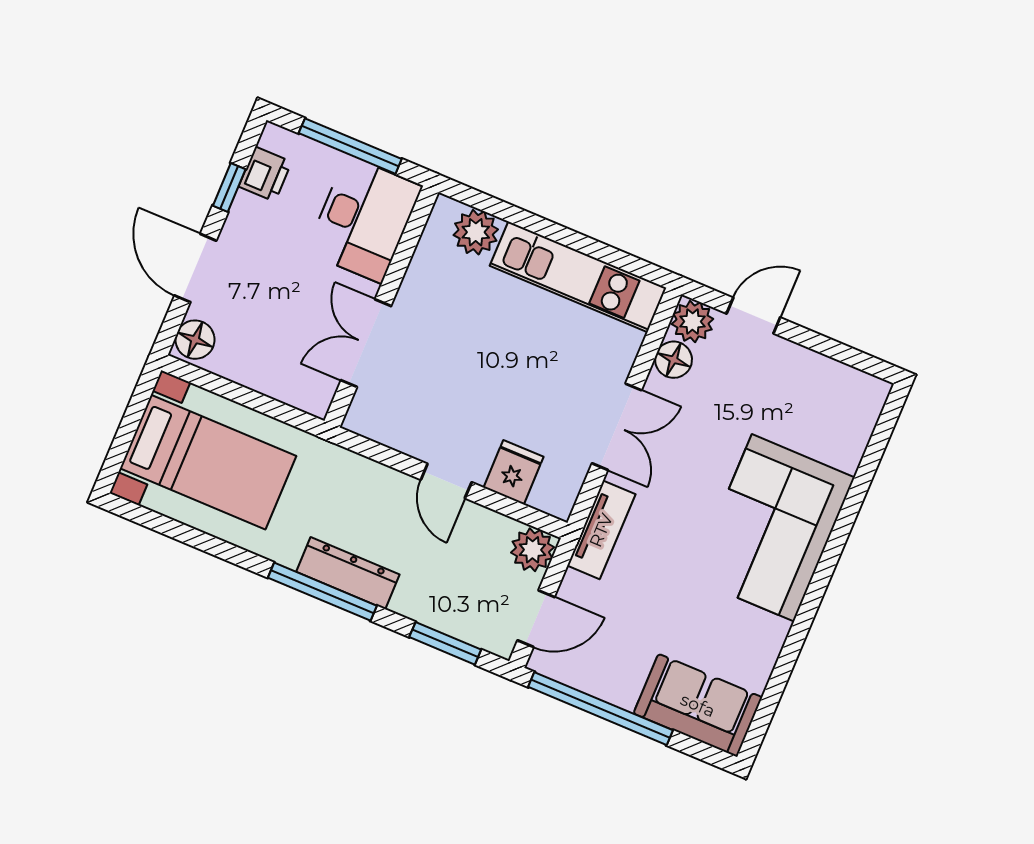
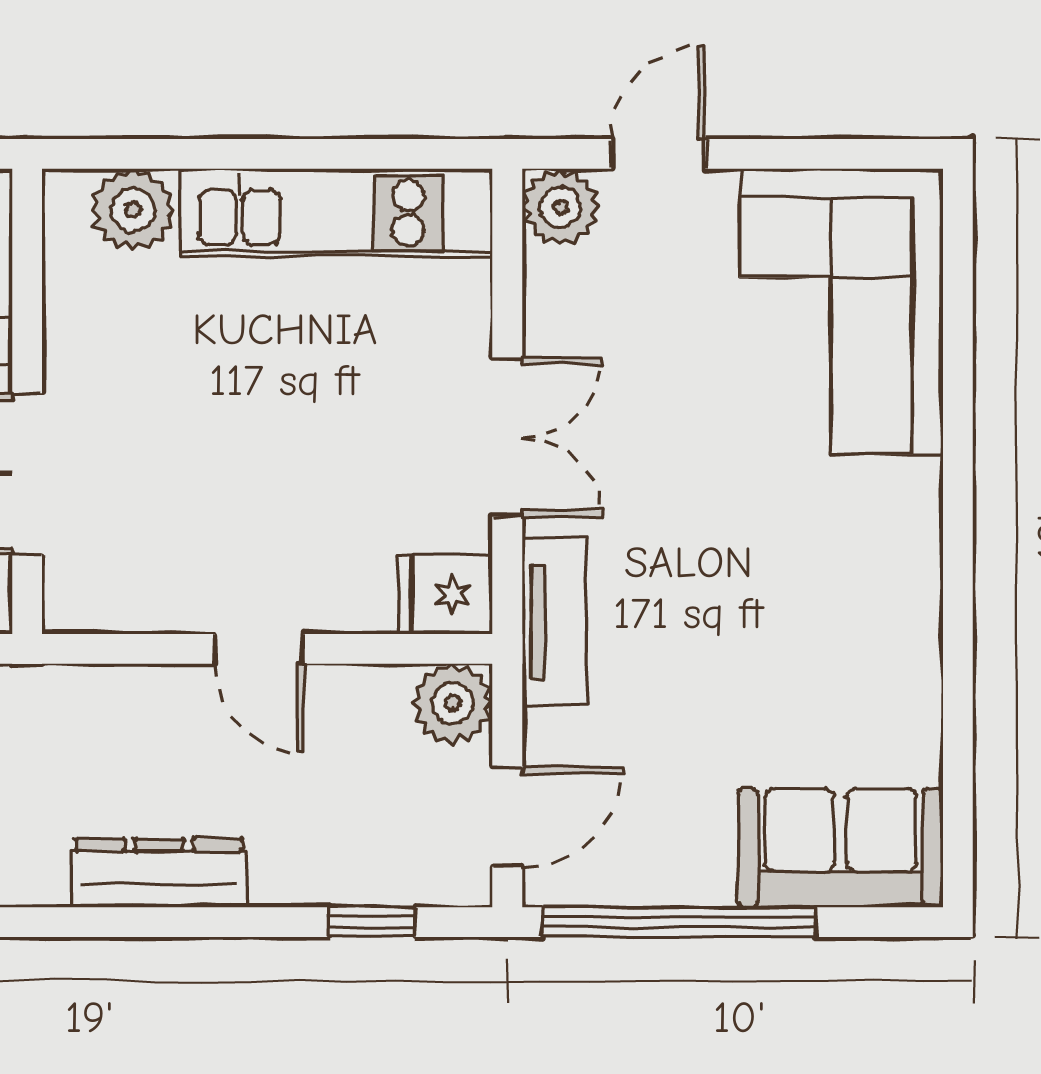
floor lamp: (674, 360) -> (555, 284), removed
fridge: (513, 472) -> (445, 594), moved, turned -90
corner sofa: (773, 528) -> (841, 311), moved
window: (322, 592) -> (129, 922), removed
window: (445, 643) -> (372, 922), width x0.67

